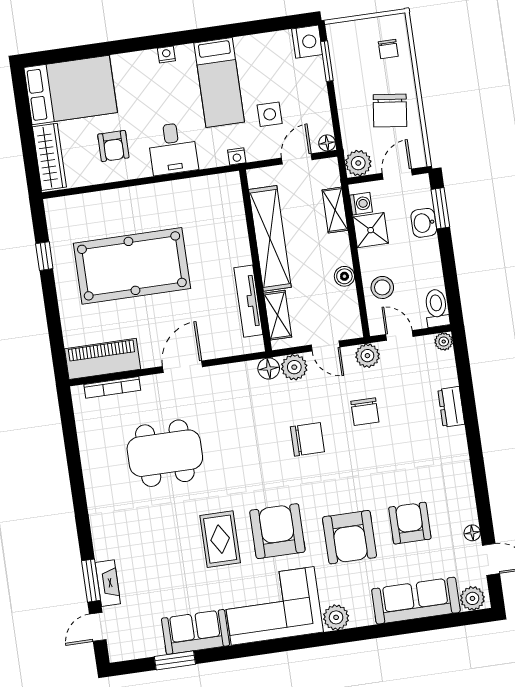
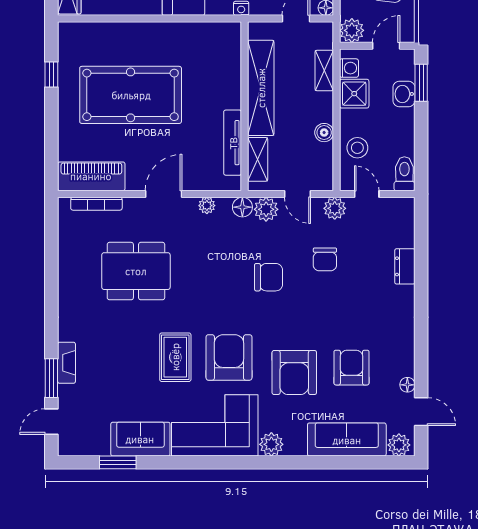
plant: (444, 342) -> (207, 206), moved
fireplace: (108, 583) -> (66, 363), moved

